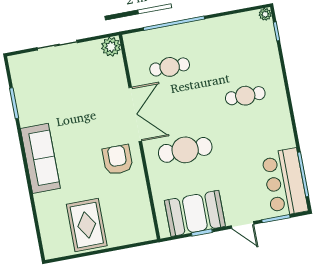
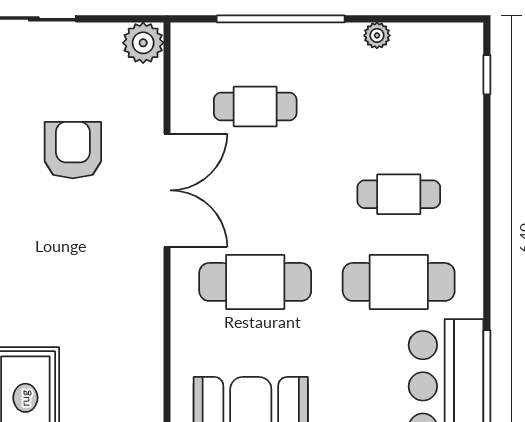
plant: (265, 14) -> (377, 35), moved
cafe table: (253, 137) -> (399, 282), added
armchair: (118, 160) -> (73, 150), moved

